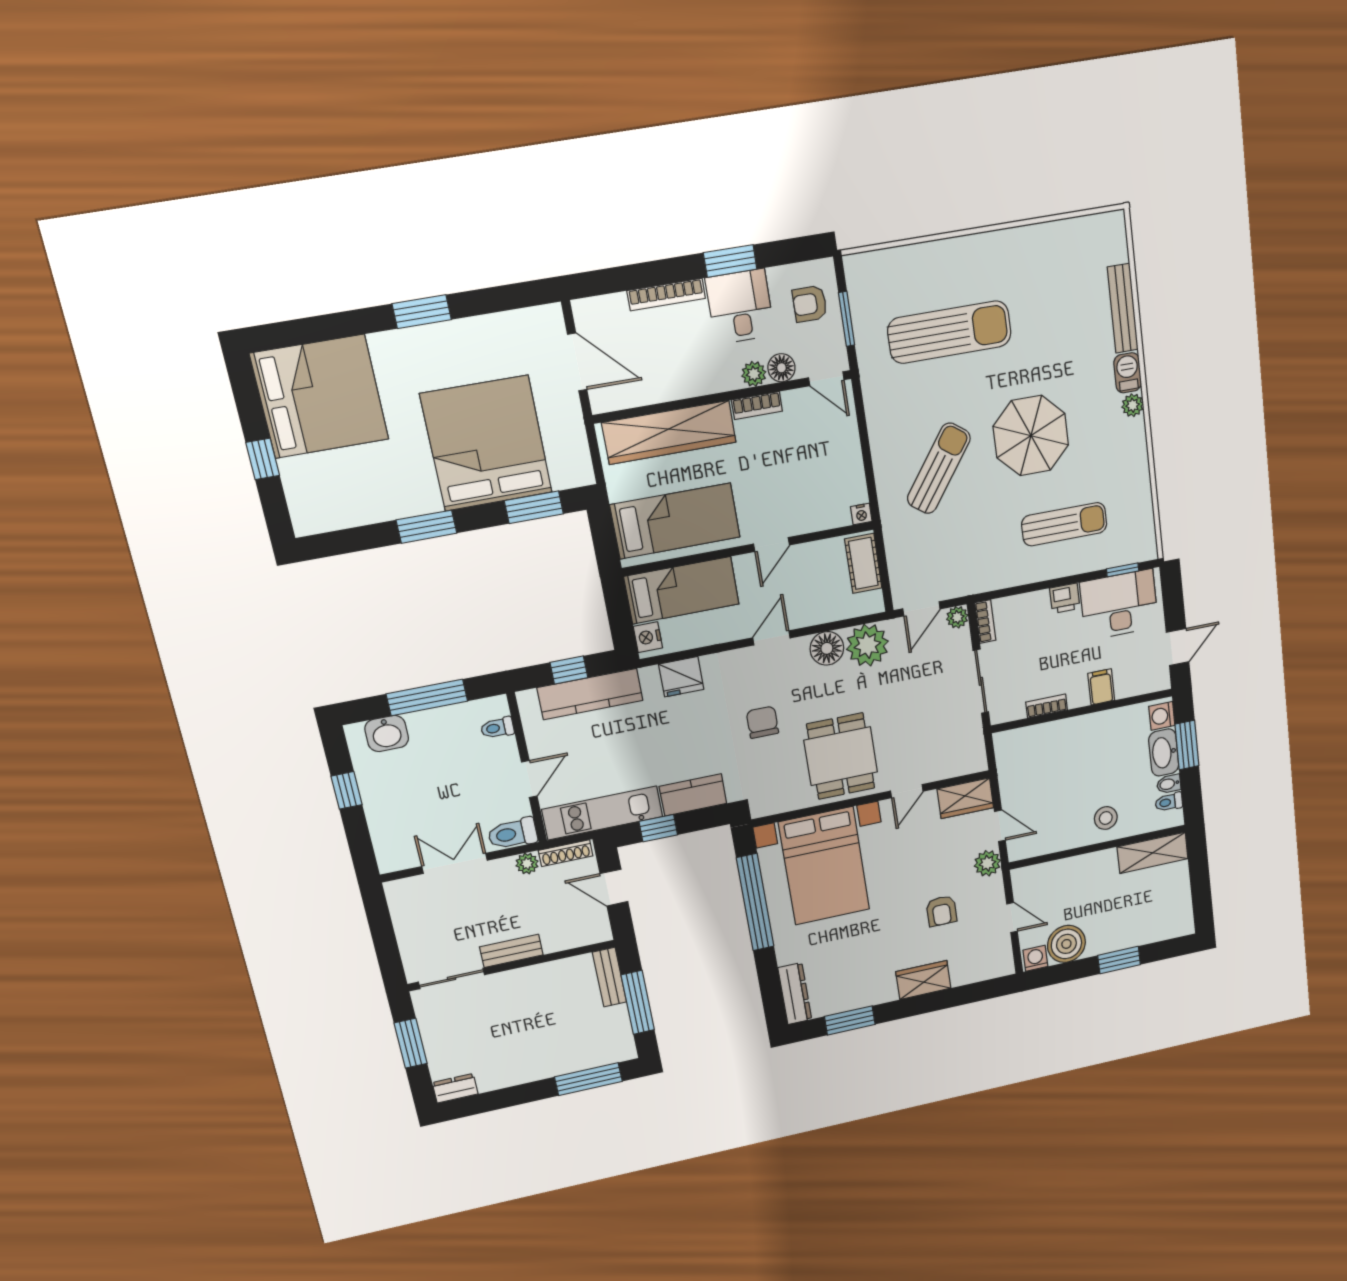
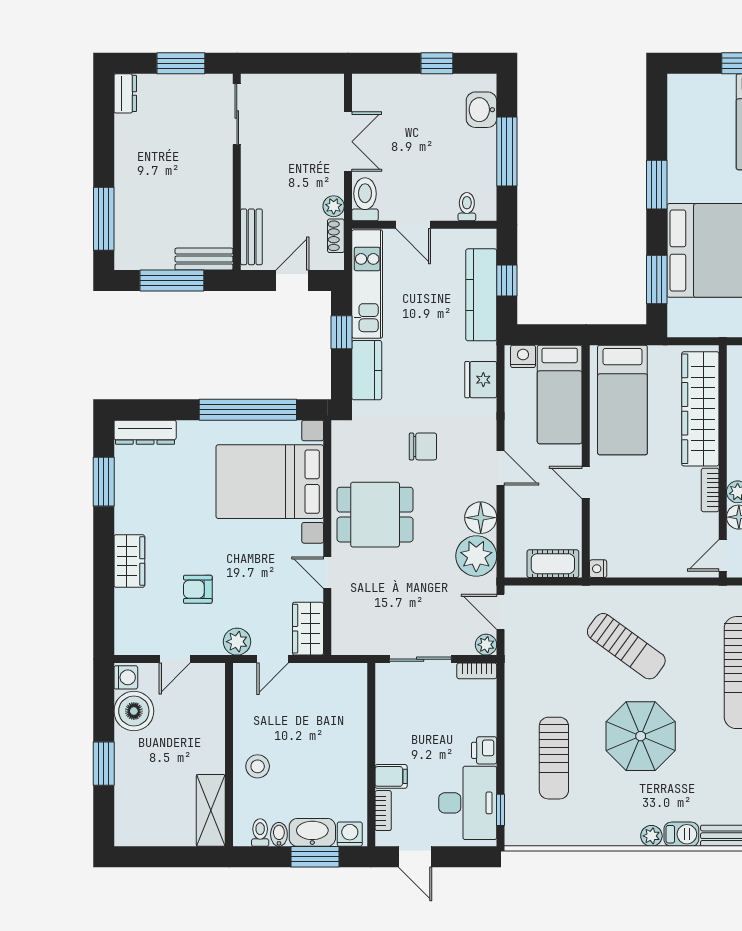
bookcase: (1047, 706) -> (383, 811), moved
shoe rack: (566, 853) -> (336, 236), width x0.70
bench: (511, 951) -> (251, 237), moved

